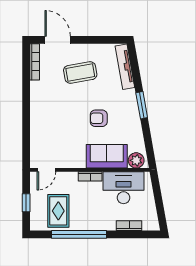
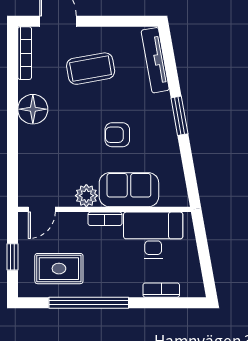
floor lamp: (40, 101) -> (33, 109), added
plant: (136, 160) -> (86, 196), moved
rug: (58, 211) -> (59, 269), turned 90

